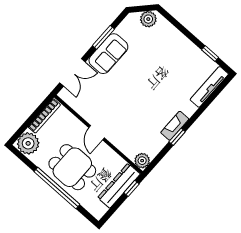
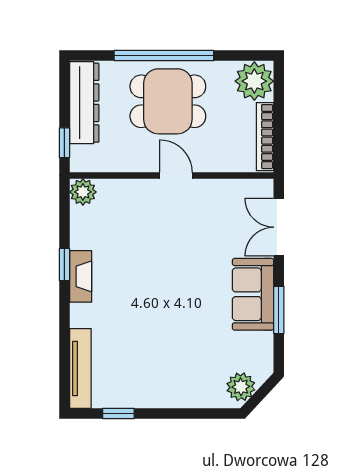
dresser: (119, 186) -> (84, 103), moved

